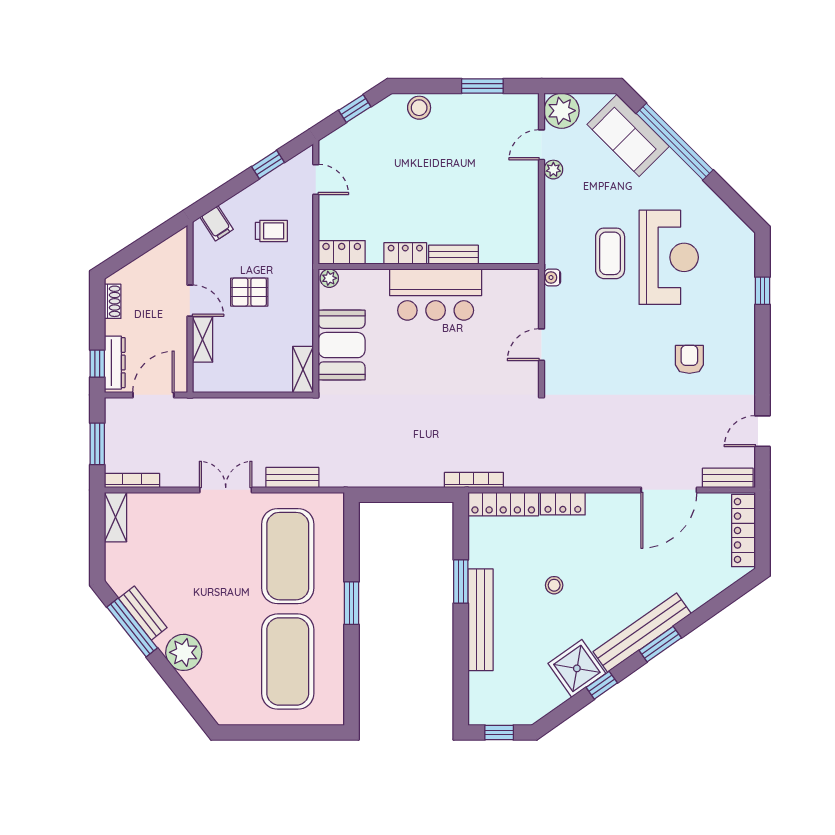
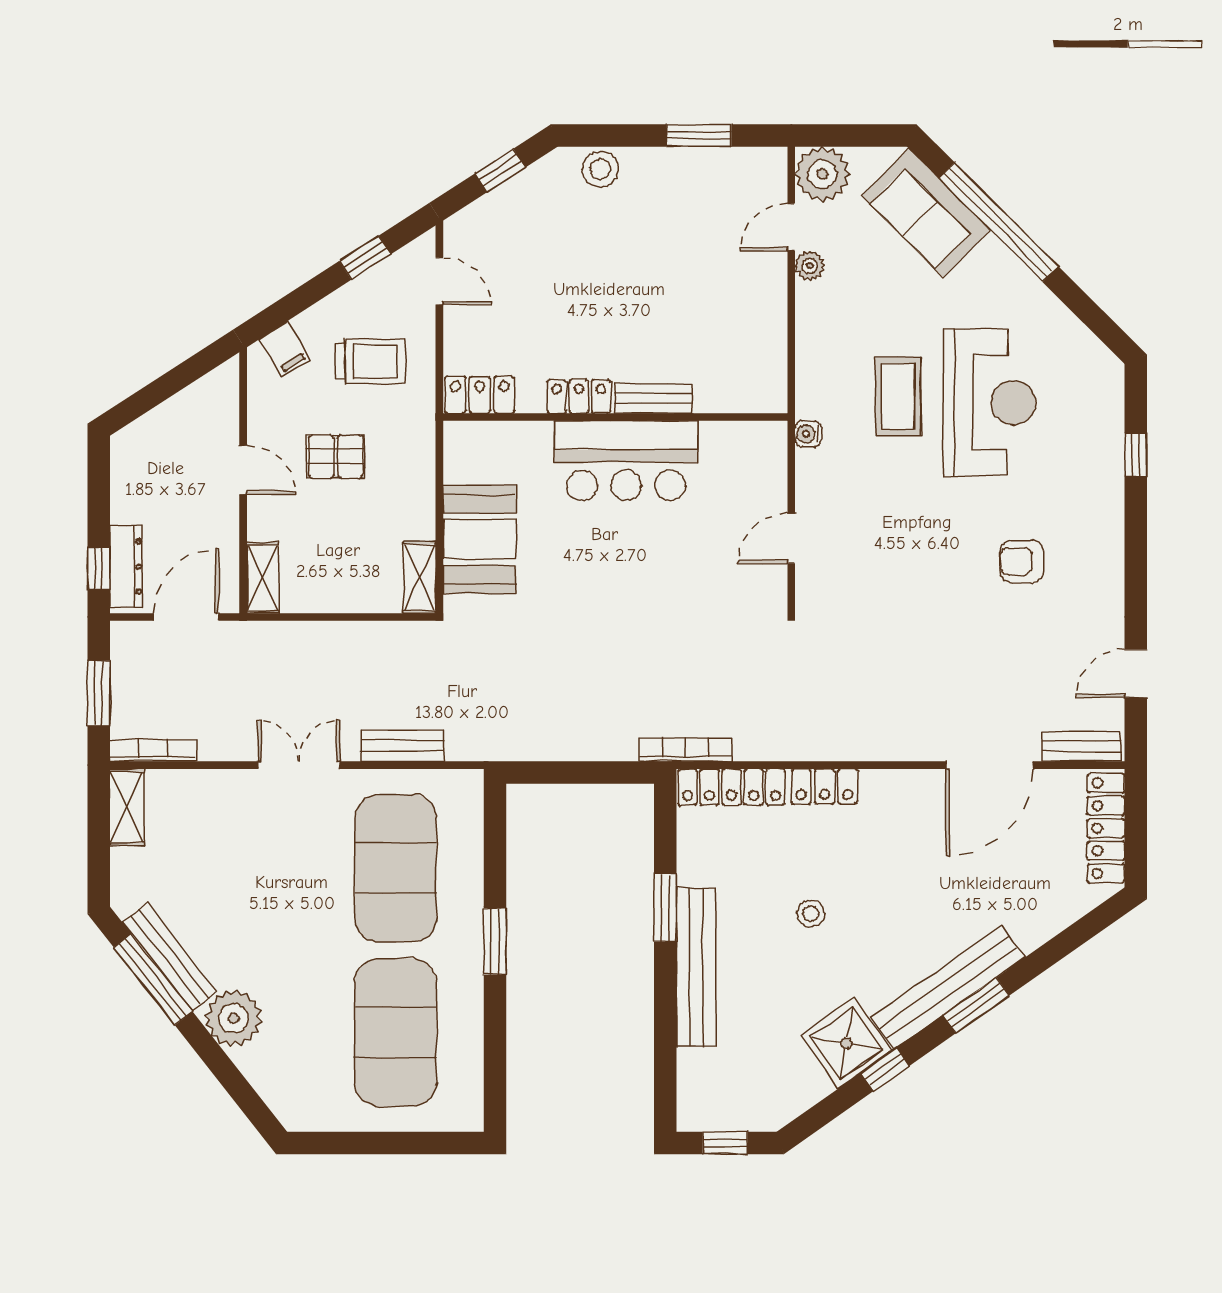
trolley: (271, 231) -> (370, 361), width x1.36, depth x1.39
plant: (329, 278) -> (460, 435), removed
shoe rack: (113, 301) -> (123, 471), removed
shelving: (202, 339) -> (263, 578), moved
armchair: (689, 359) -> (1022, 561), turned -90
bench: (143, 613) -> (170, 957), width x1.36

